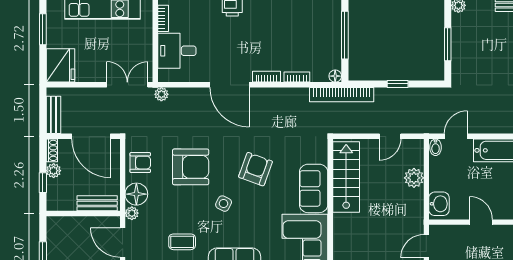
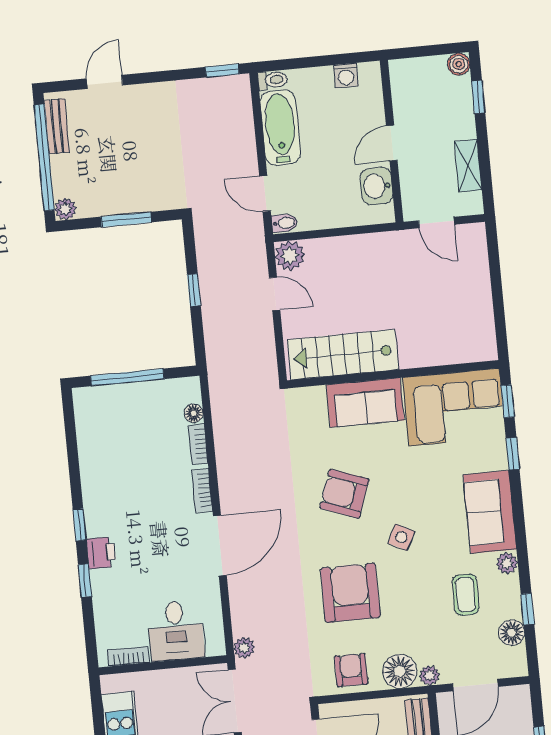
floor lamp: (335, 76) -> (194, 413), moved
bookcase: (342, 95) -> (218, 374), removed
plant: (414, 178) -> (290, 256), moved
washbasin: (439, 204) -> (377, 186), moved, turned -90

